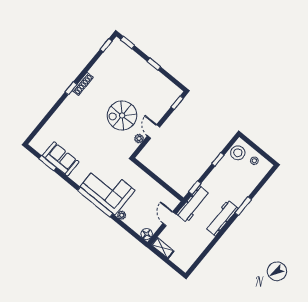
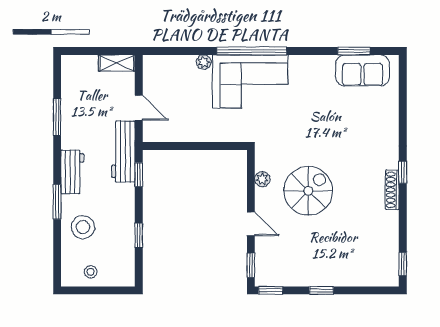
window: (128, 43) -> (271, 290), moved
door: (154, 132) -> (251, 224), moved
stool: (238, 153) -> (83, 227), moved
sofa: (61, 159) -> (362, 70), moved
workbench: (222, 218) -> (72, 172), width x0.73
floor lamp: (147, 234) -> (152, 64), removed
window: (211, 246) -> (57, 117), added

